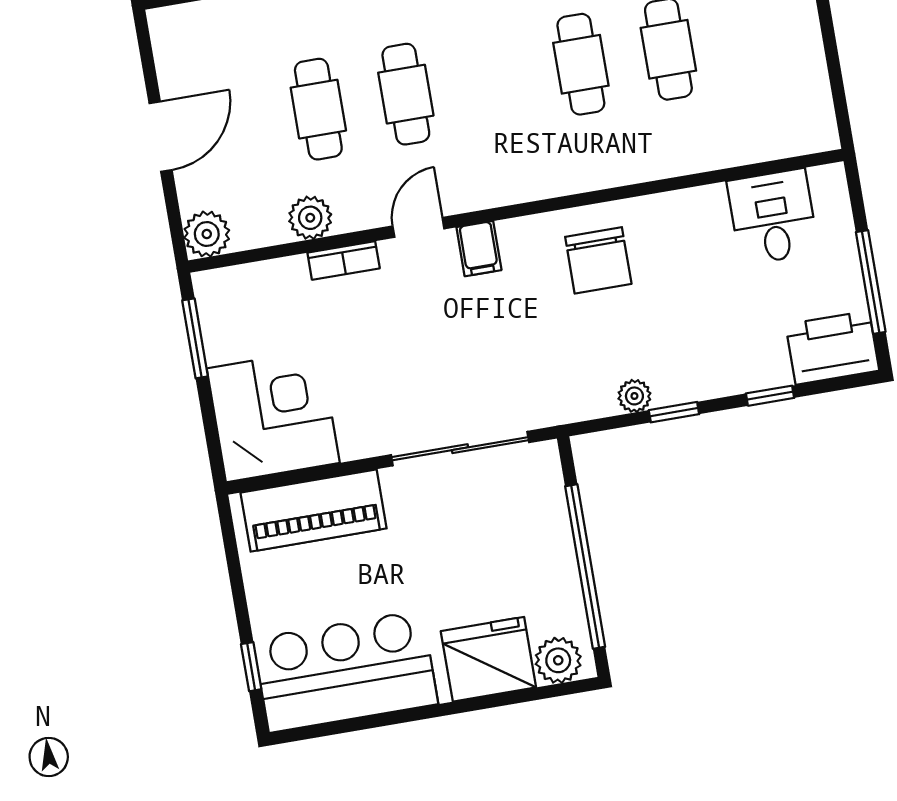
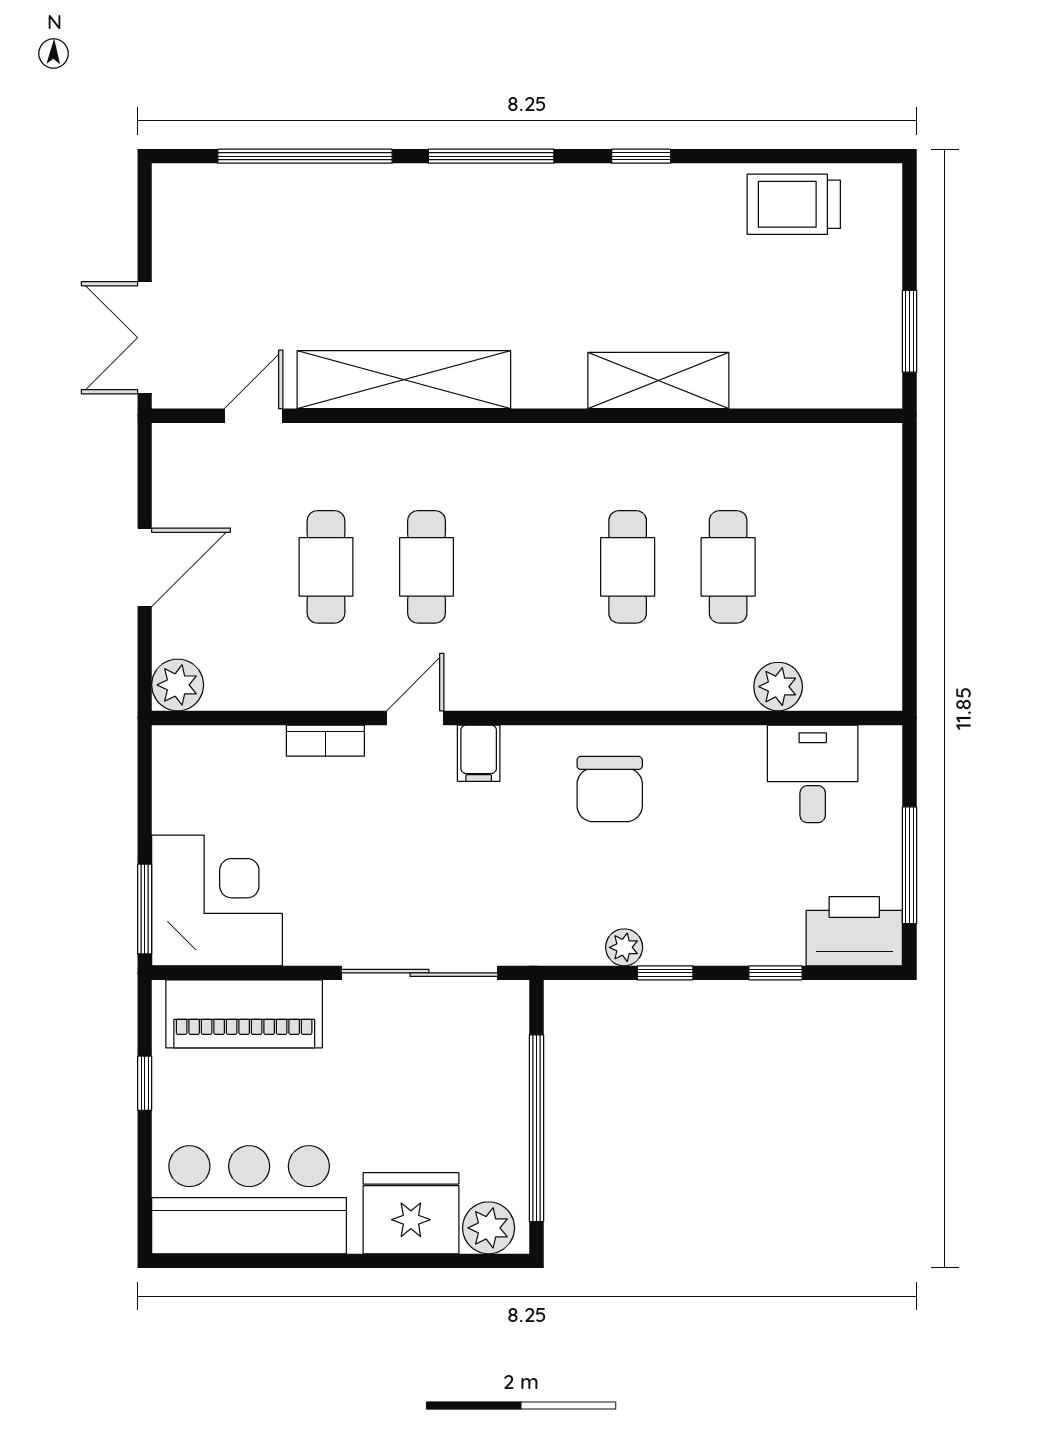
plant: (310, 218) -> (778, 687), moved
window: (195, 338) -> (145, 909), moved
window: (251, 667) -> (145, 1083), moved

